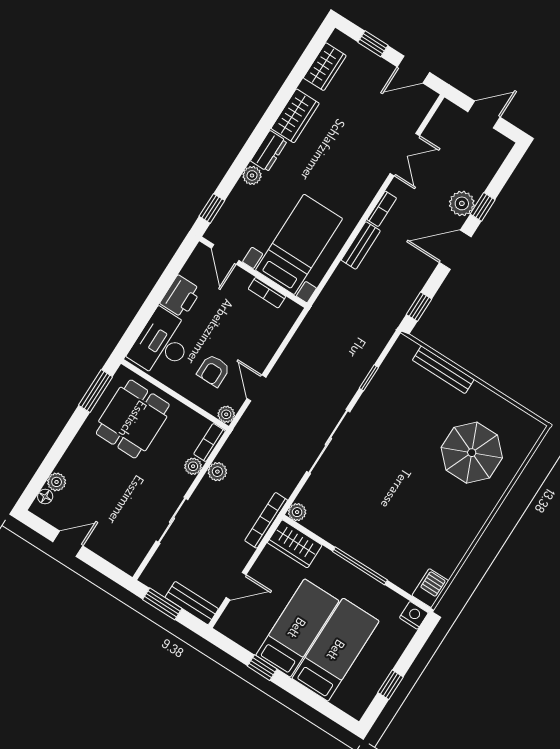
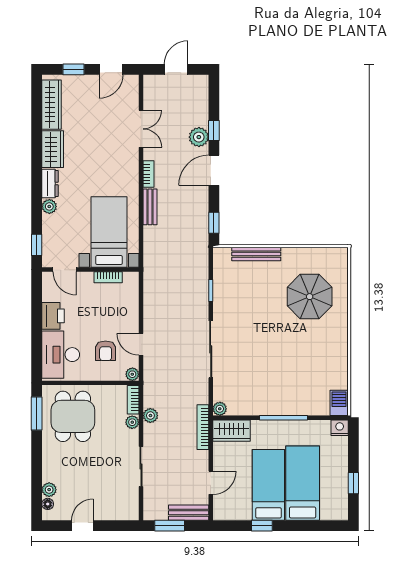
wardrobe: (325, 67) -> (52, 105), width x1.50

